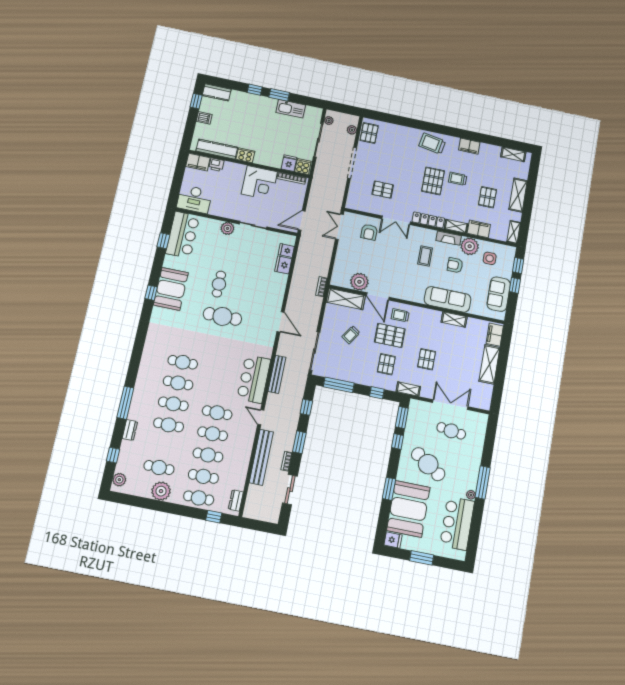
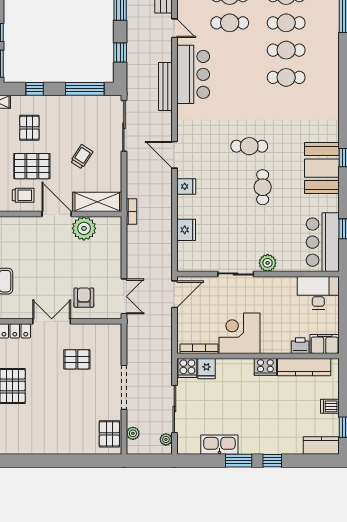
trolley: (432, 144) -> (23, 438), removed
fridge: (286, 250) -> (186, 186), moved
cafe table: (222, 316) -> (249, 146), width x0.73, depth x0.74

